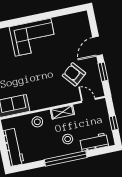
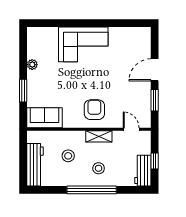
armchair: (74, 74) -> (94, 110), moved, turned 40
stool: (37, 122) -> (68, 156), moved
workbench: (94, 142) -> (143, 171), moved, turned -90

